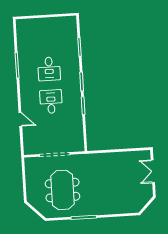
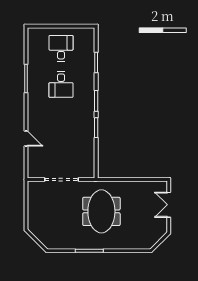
desk: (51, 102) -> (61, 48), moved
meeting table: (63, 190) -> (101, 211), moved

